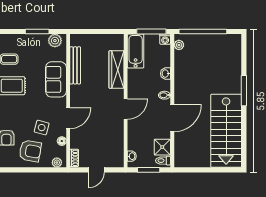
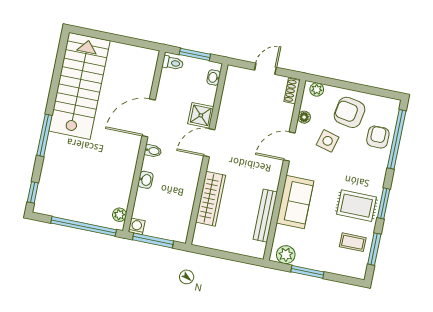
window: (244, 48) -> (33, 192), added
bathtub: (136, 51) -> (180, 218), removed
shower: (162, 147) -> (201, 115), moved

